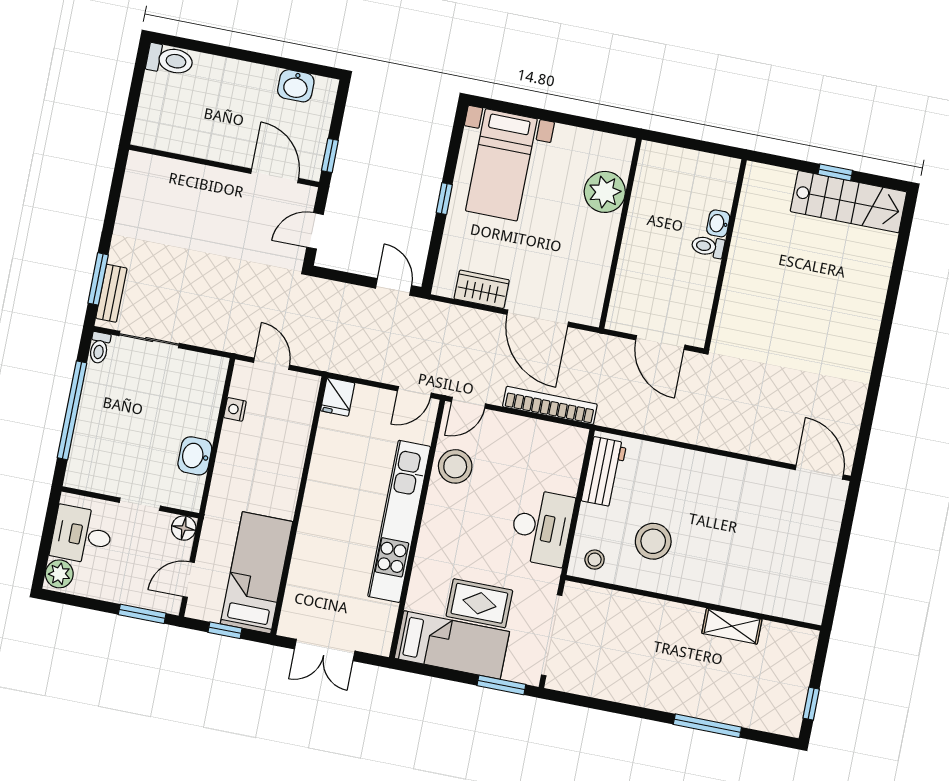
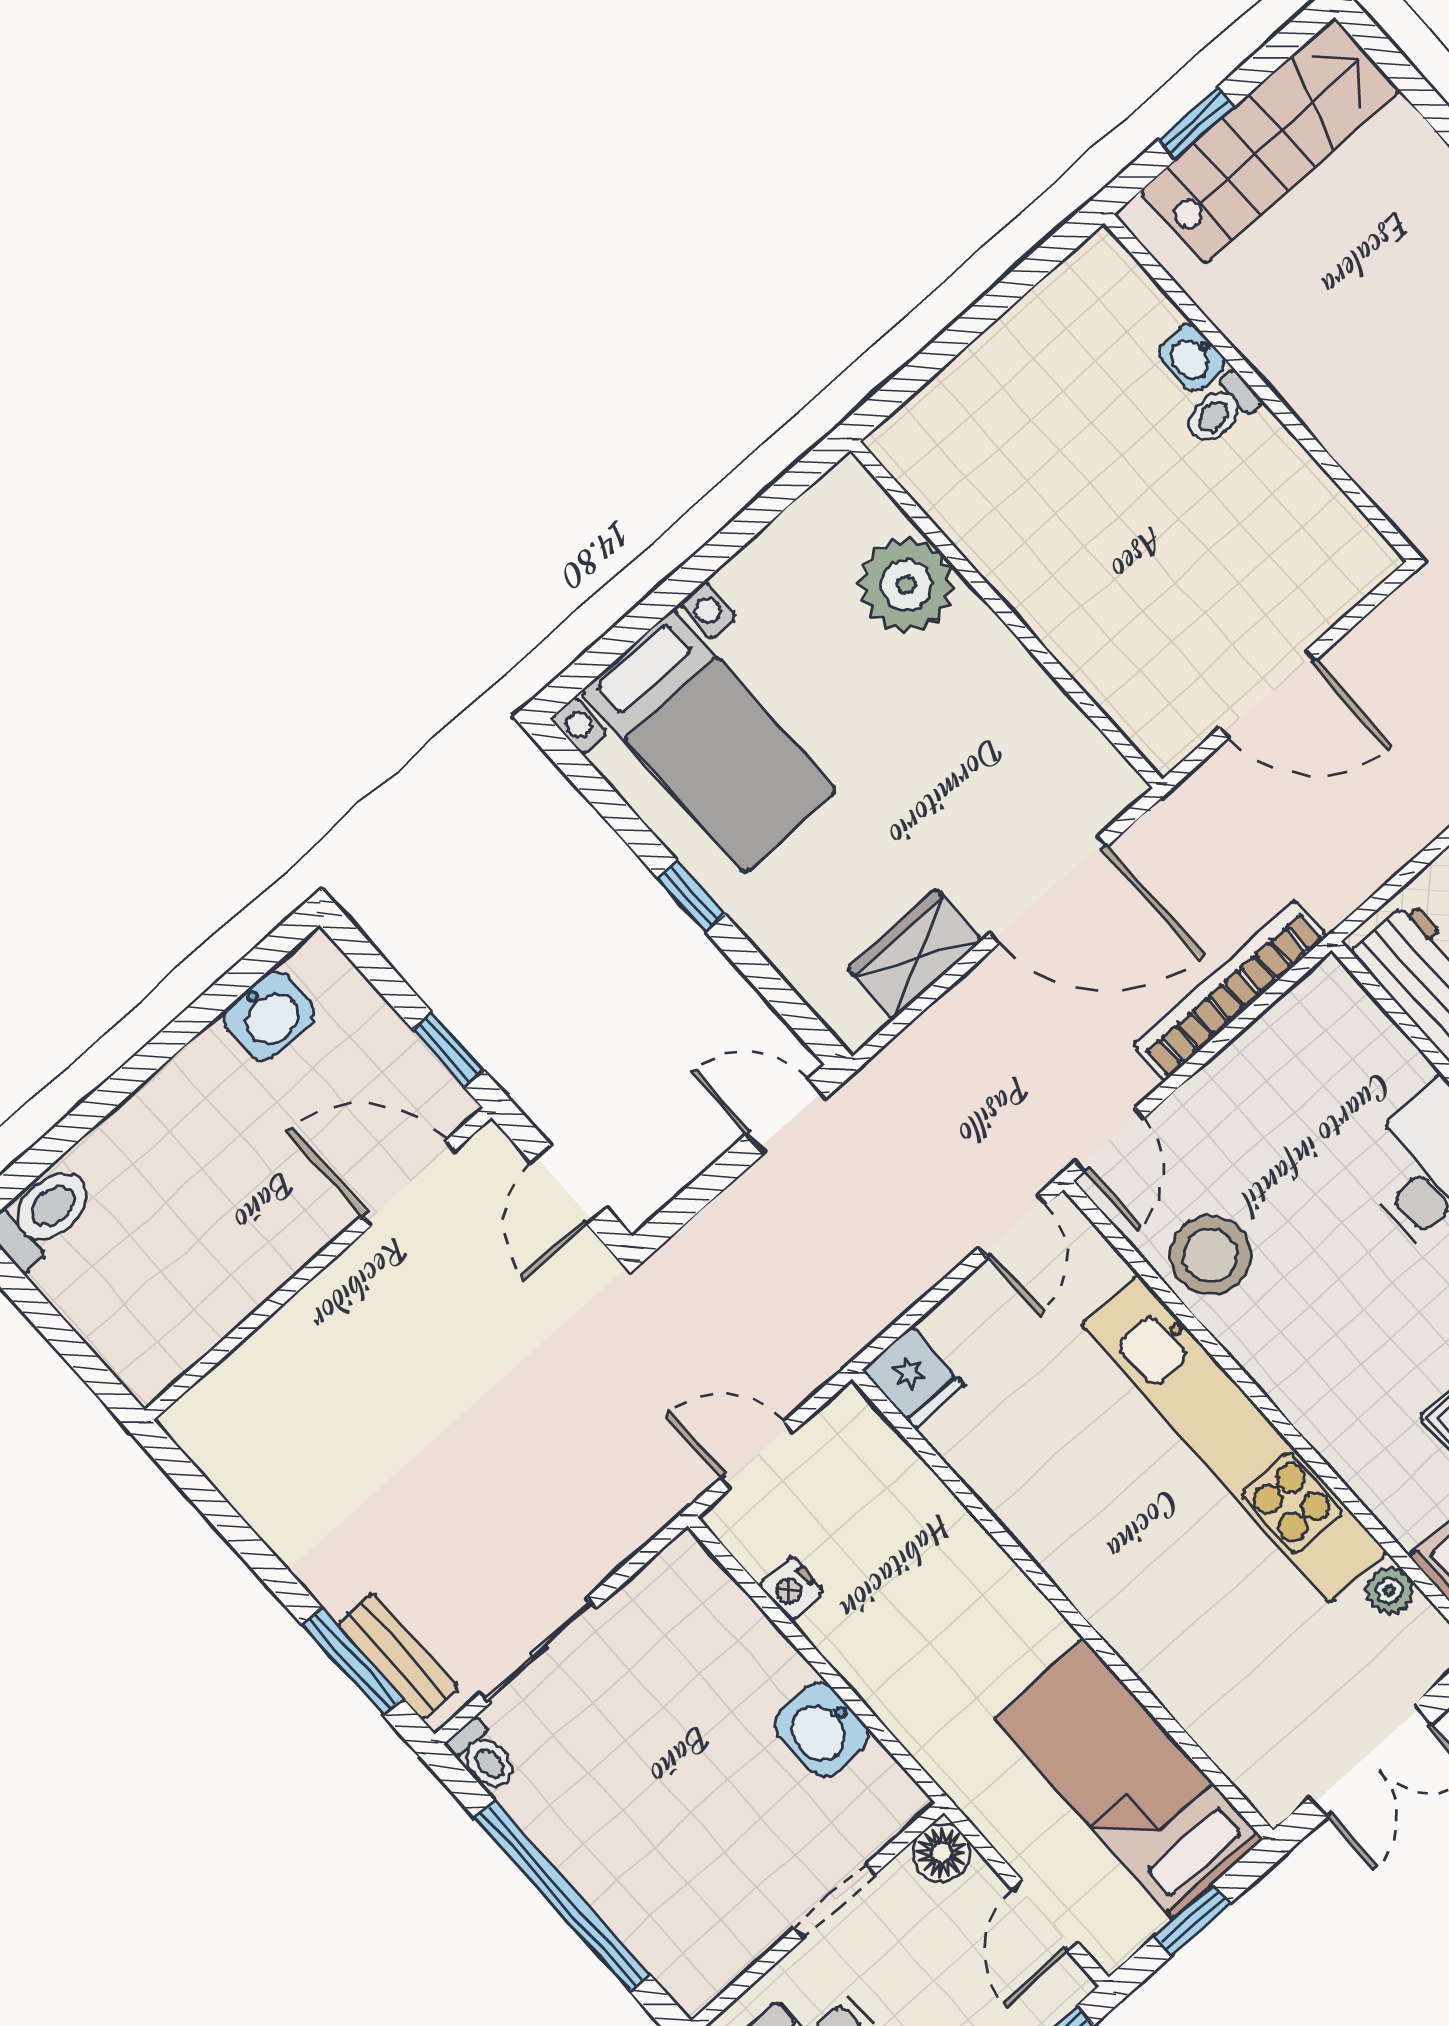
washbasin: (718, 223) -> (1192, 357), moved
toilet: (708, 247) -> (1221, 410), moved
wall: (725, 254) -> (1260, 388), moved
plant: (387, 613) -> (1389, 1590), added

